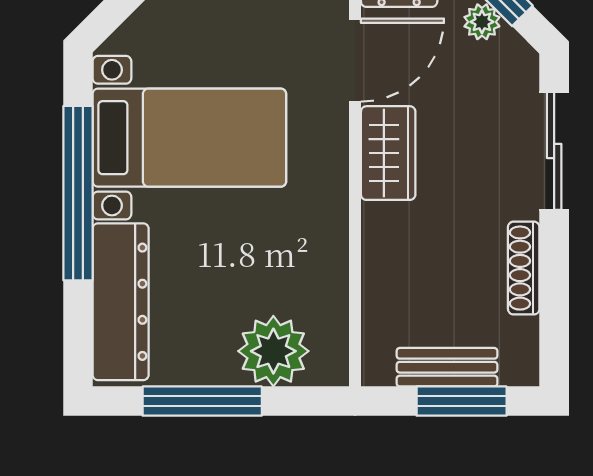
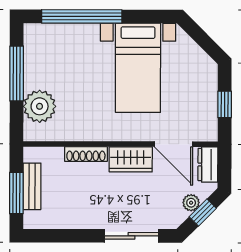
window: (78, 193) -> (82, 16), moved
shoe rack: (524, 268) -> (86, 154), moved, turned 180
dresser: (121, 302) -> (62, 36), removed

